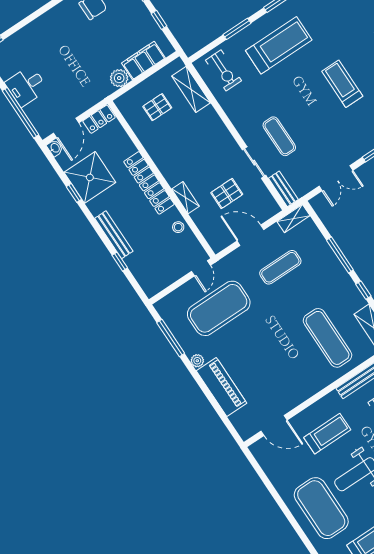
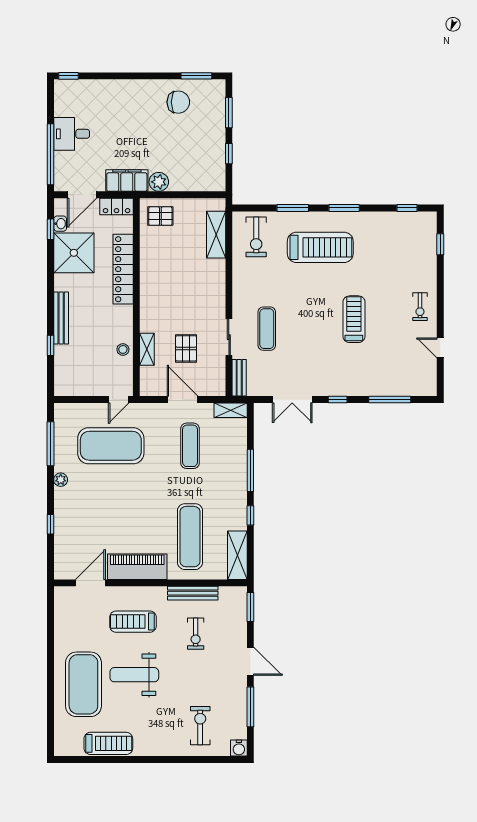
filing cabinet: (143, 60) -> (127, 181), moved
pallet: (157, 107) -> (160, 216), moved
washbasin: (55, 148) -> (60, 224), moved
locker: (149, 183) -> (123, 269), moved
window: (74, 193) -> (50, 229), moved
pallet: (227, 194) -> (186, 348), turned 90
shelving: (186, 198) -> (147, 349), moved
exercise mat: (280, 267) -> (190, 446), turned 90
piano: (222, 387) -> (137, 567), moved, turned -90
window: (213, 401) -> (50, 524), added
door: (274, 426) -> (90, 583), swing flipped
treadmill: (327, 434) -> (133, 622), turned 180

